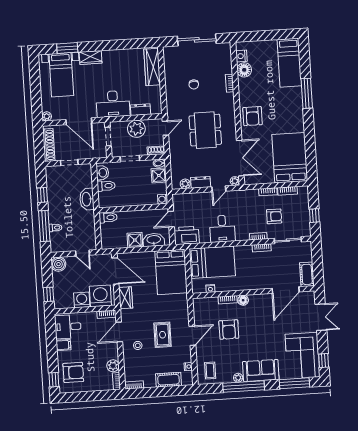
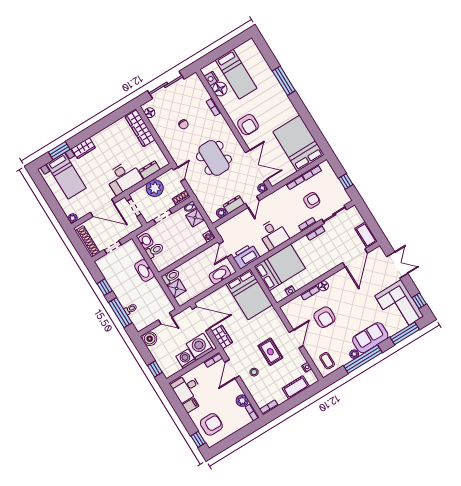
floor lamp: (168, 57) -> (150, 113), added
bed: (289, 63) -> (236, 74), moved
shower: (135, 240) -> (177, 288), moved

